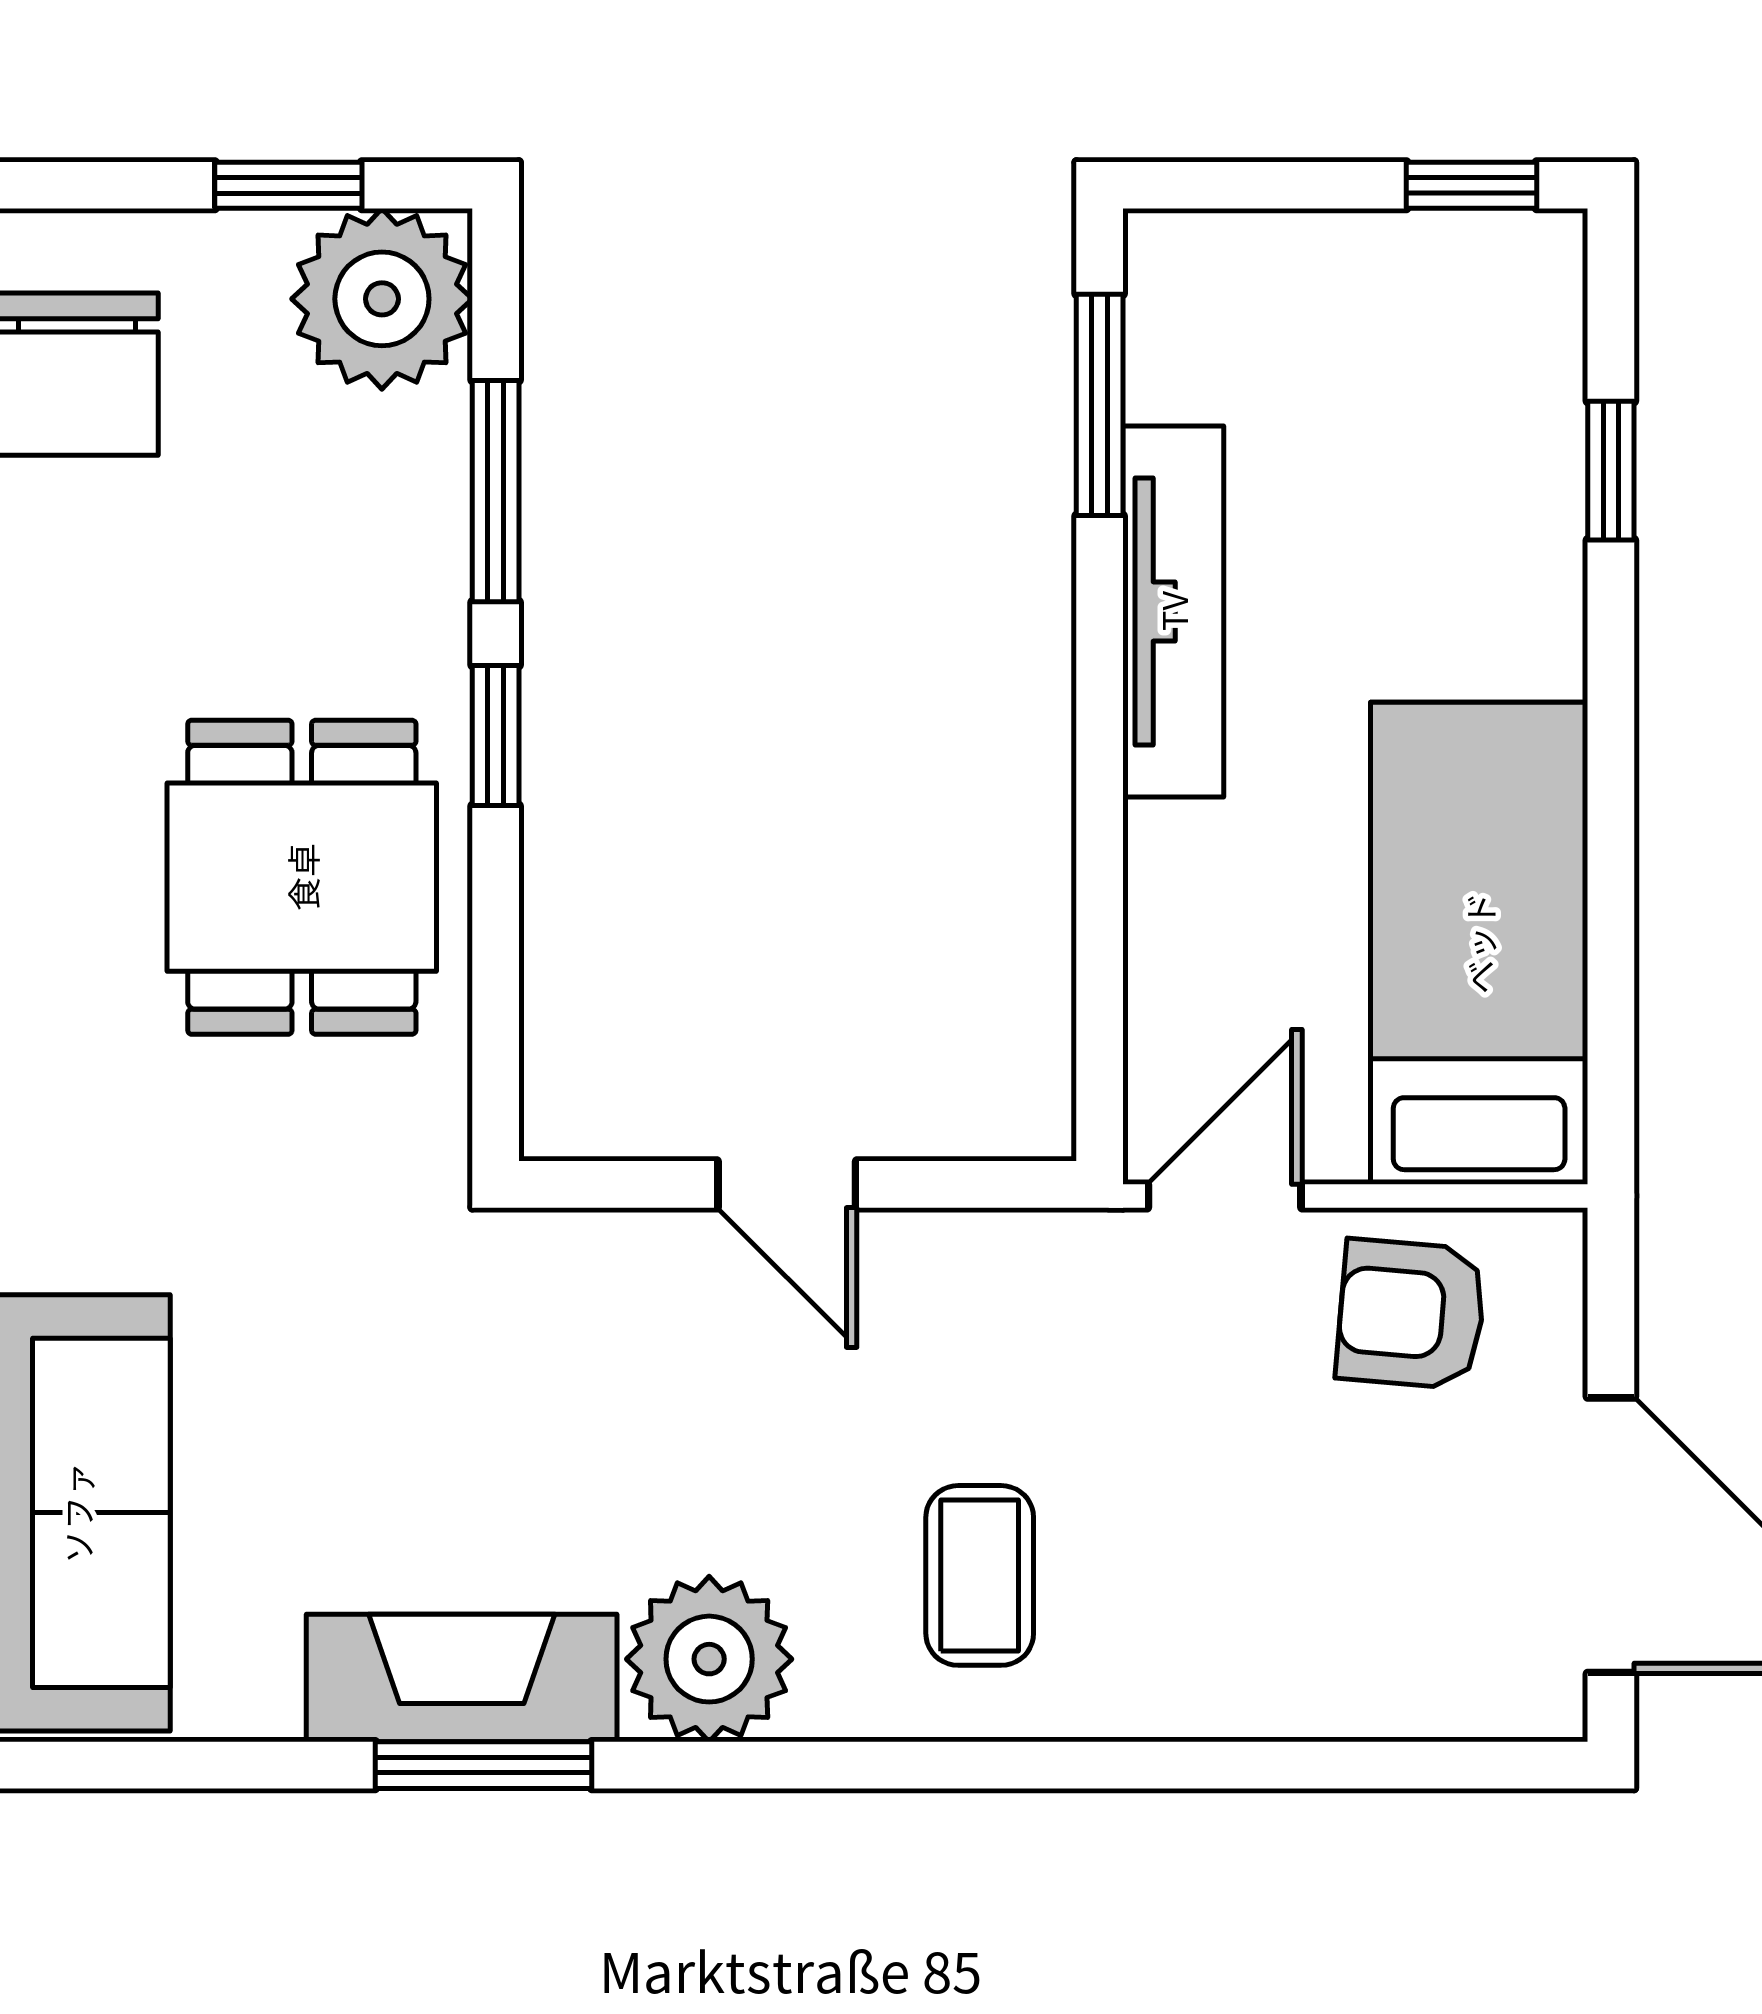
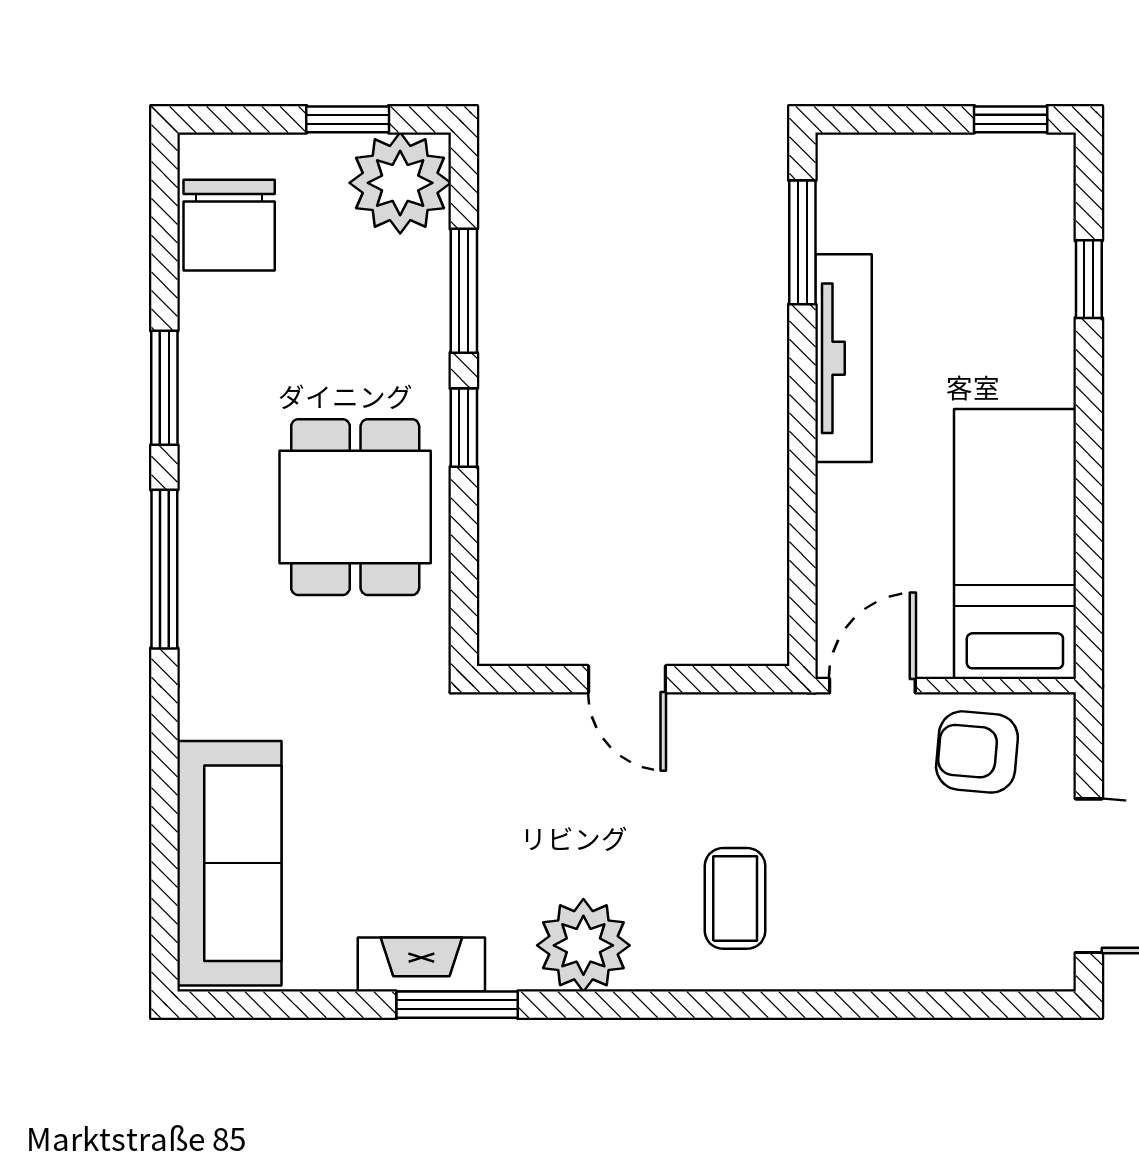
fireplace: (462, 1678) -> (421, 965), width x0.73, depth x0.76

